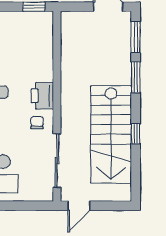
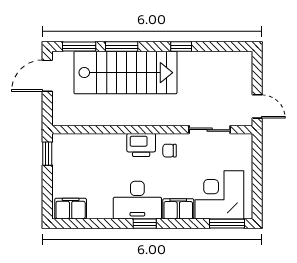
stairs: (111, 134) -> (125, 73), moved
sliding door: (57, 161) -> (210, 130), width x0.73

